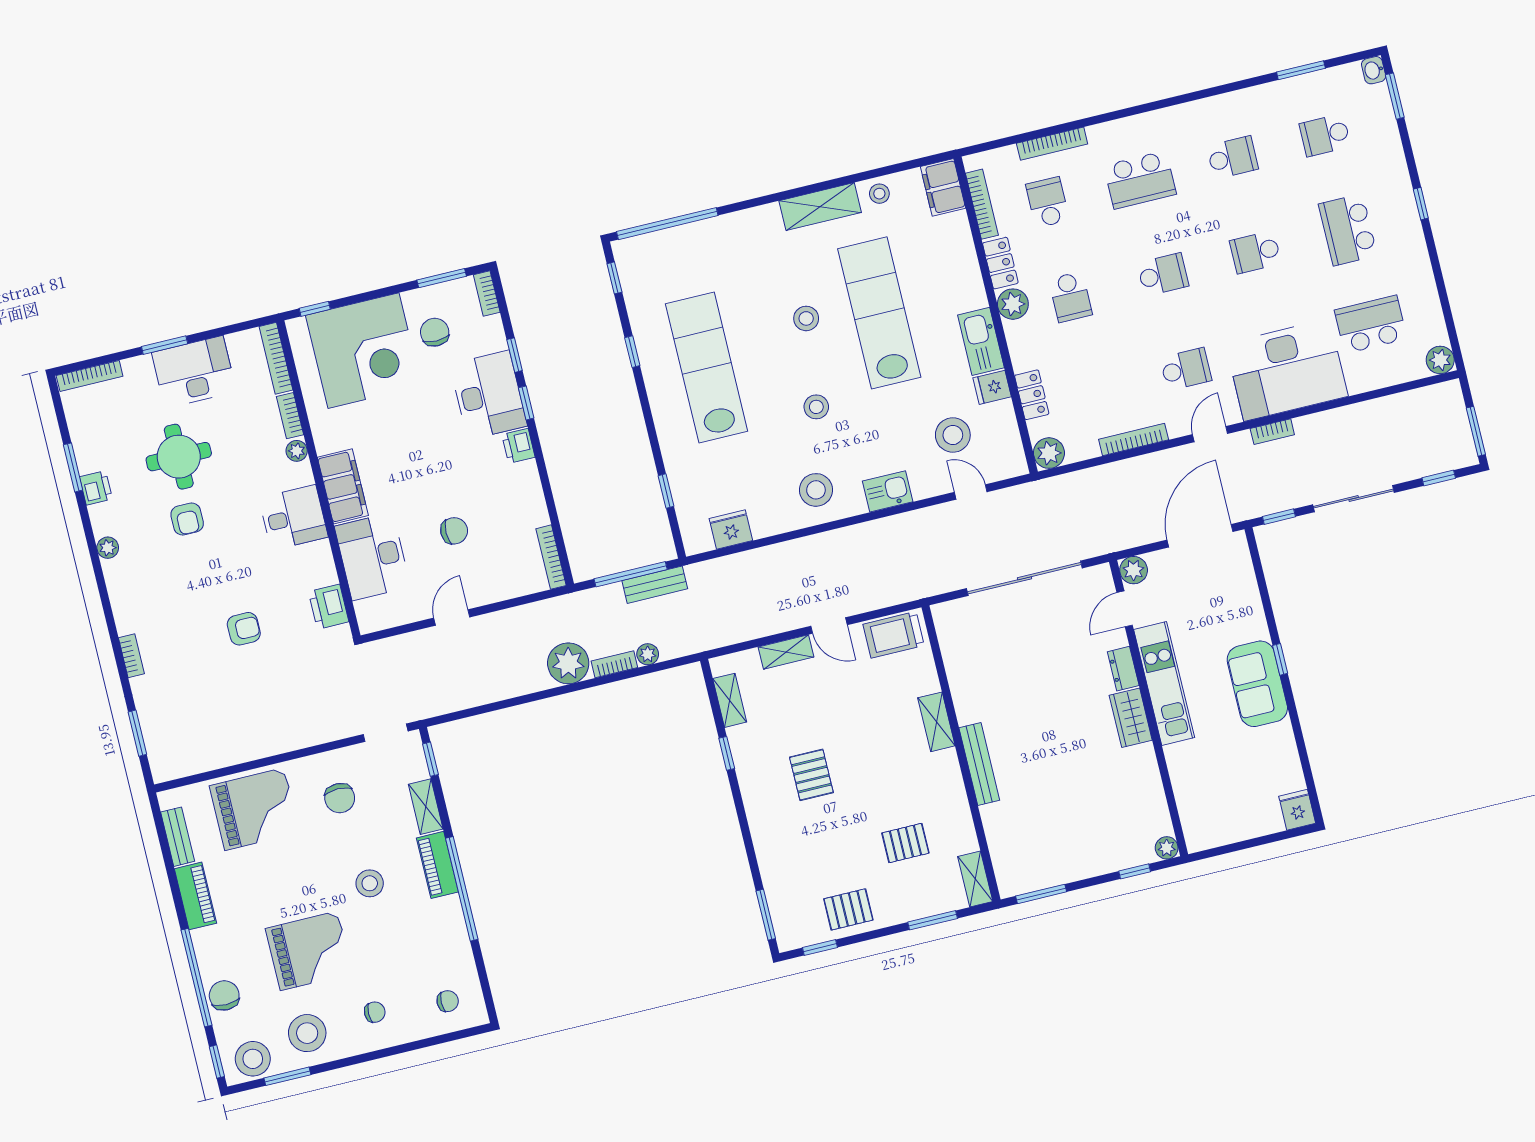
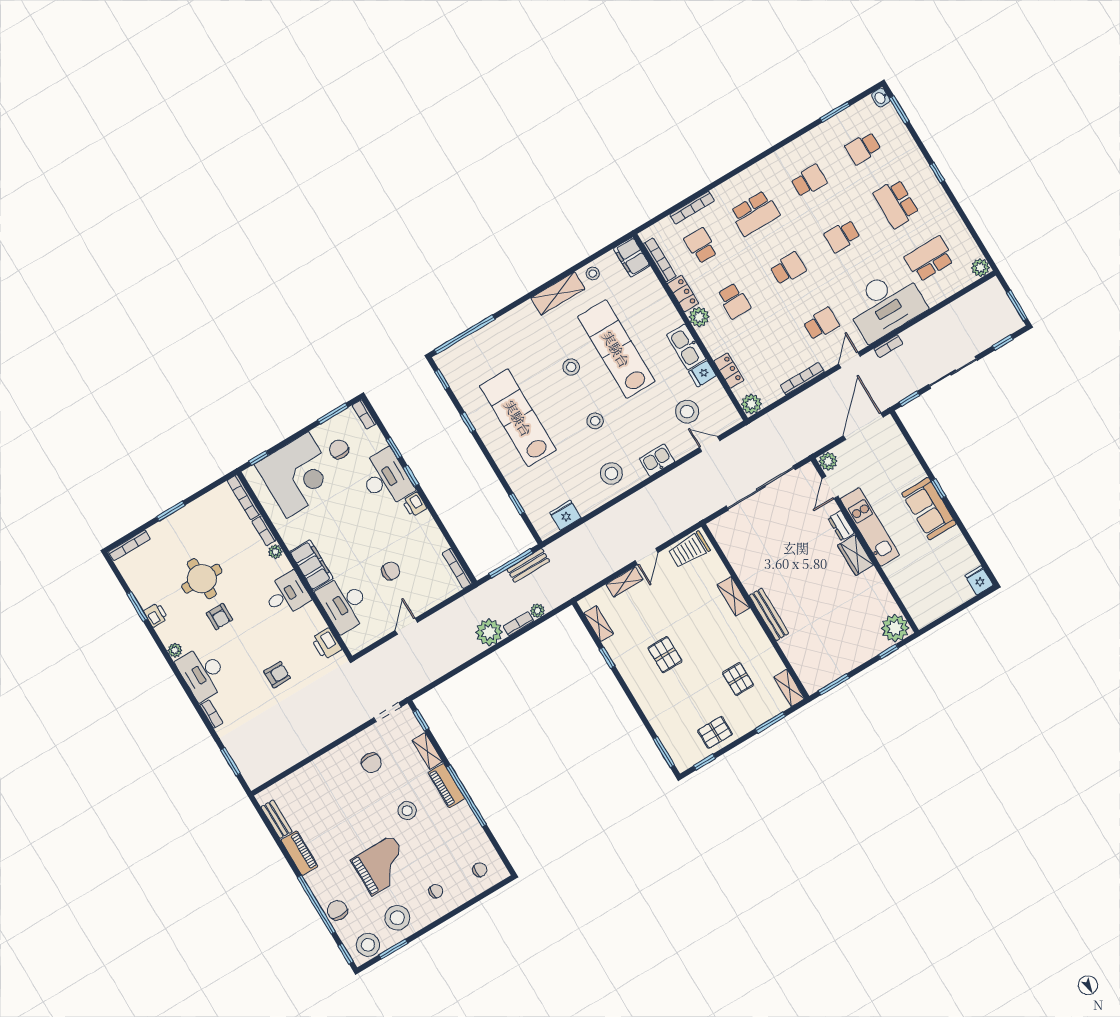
desk: (194, 372) -> (203, 673), moved, turned -90
door: (829, 625) -> (647, 557), hinge flipped
grand piano: (255, 809) -> (320, 787), removed
pallet: (905, 843) -> (738, 679), turned 90
plant: (1167, 848) -> (895, 628), width x1.88, depth x1.88

